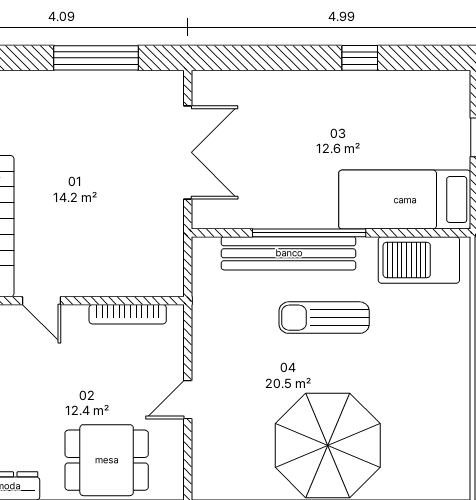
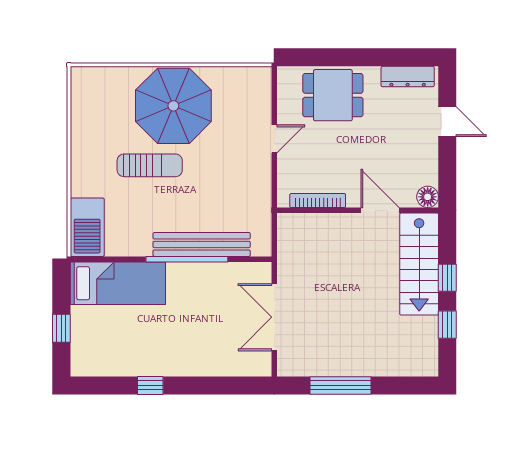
barbecue: (419, 260) -> (87, 227), moved, turned 90
door: (41, 301) -> (380, 210), width x1.38
sun lounger: (324, 318) -> (150, 165), moved

